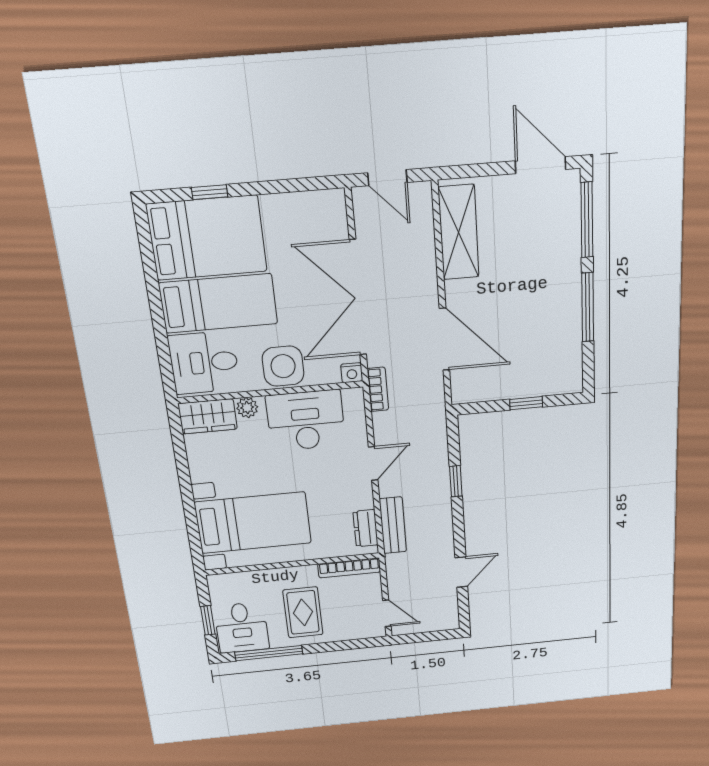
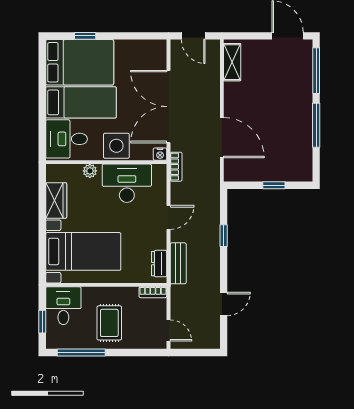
shelving: (459, 232) -> (232, 62), width x0.67, depth x0.75
wardrobe: (208, 416) -> (56, 200), moved, turned -90
bookcase: (349, 568) -> (153, 292), width x0.64
desk: (242, 628) -> (63, 306), moved, turned 180

